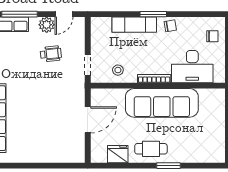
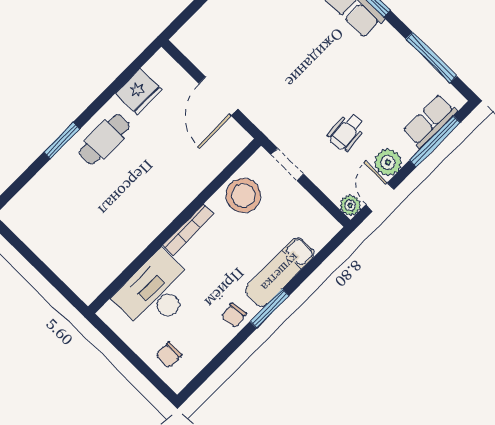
plant: (79, 23) -> (350, 205), added
stool: (118, 70) -> (243, 195), width x1.89, depth x1.89
sofa: (162, 103) -> (148, 210), removed

